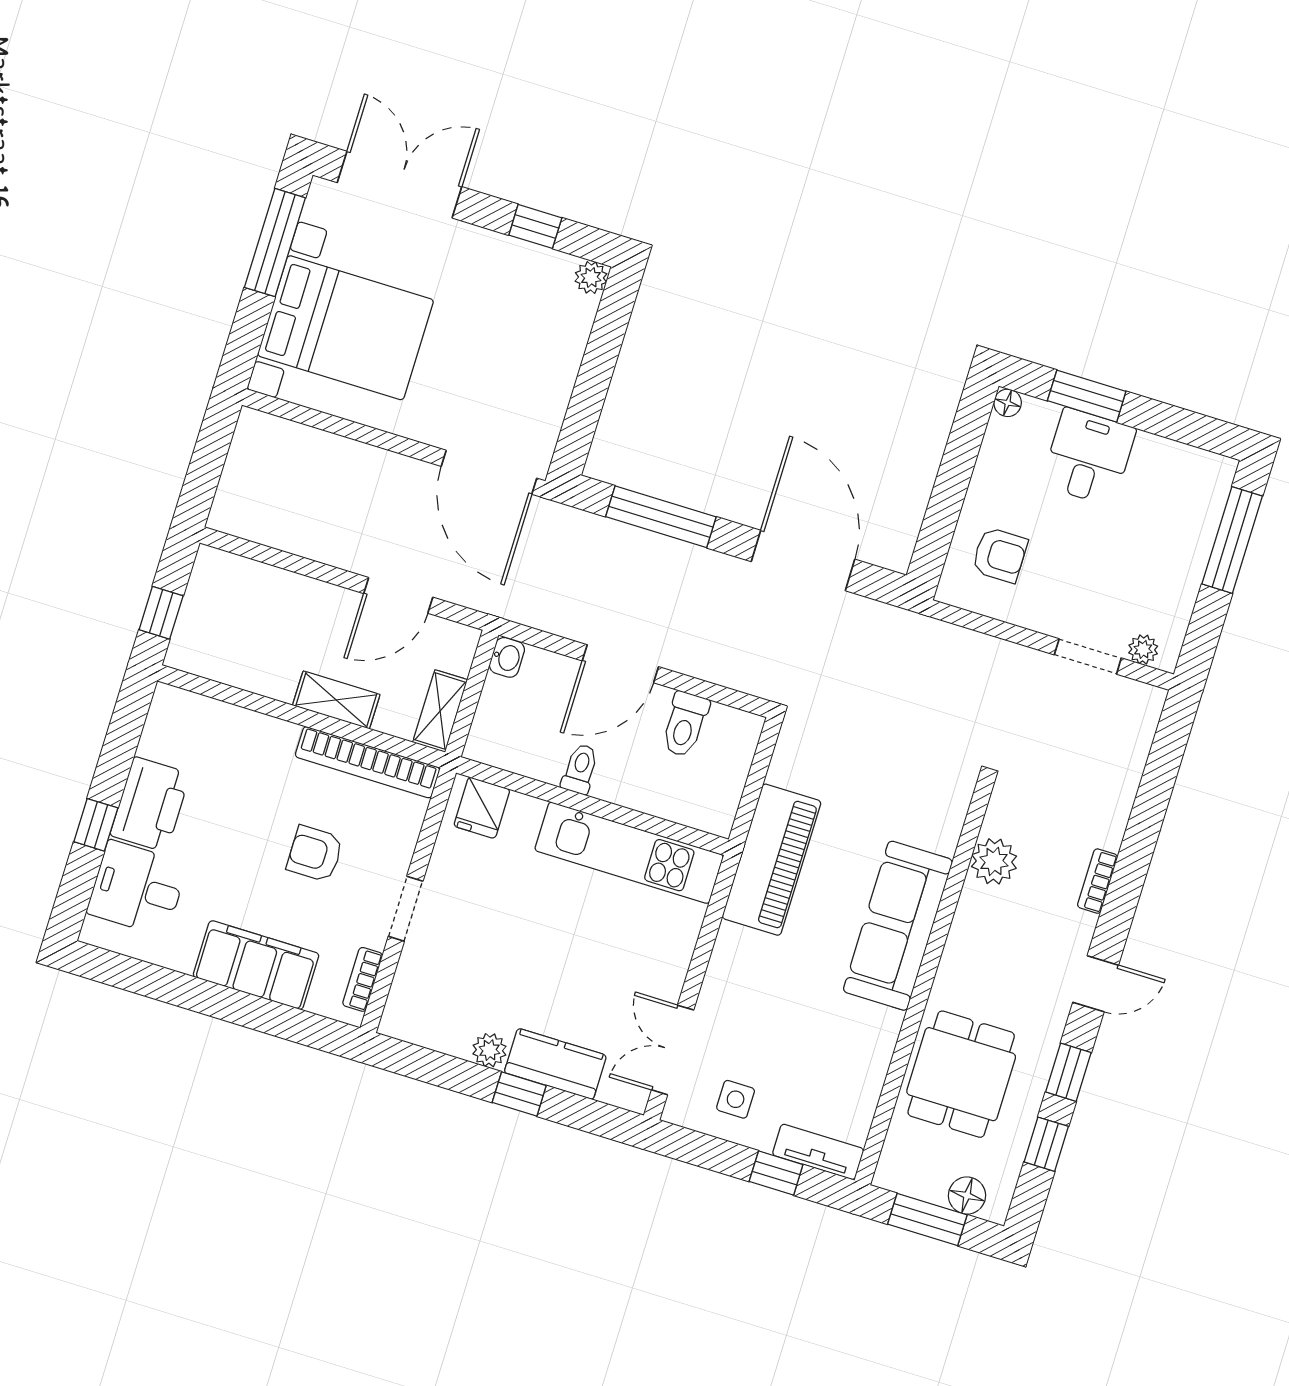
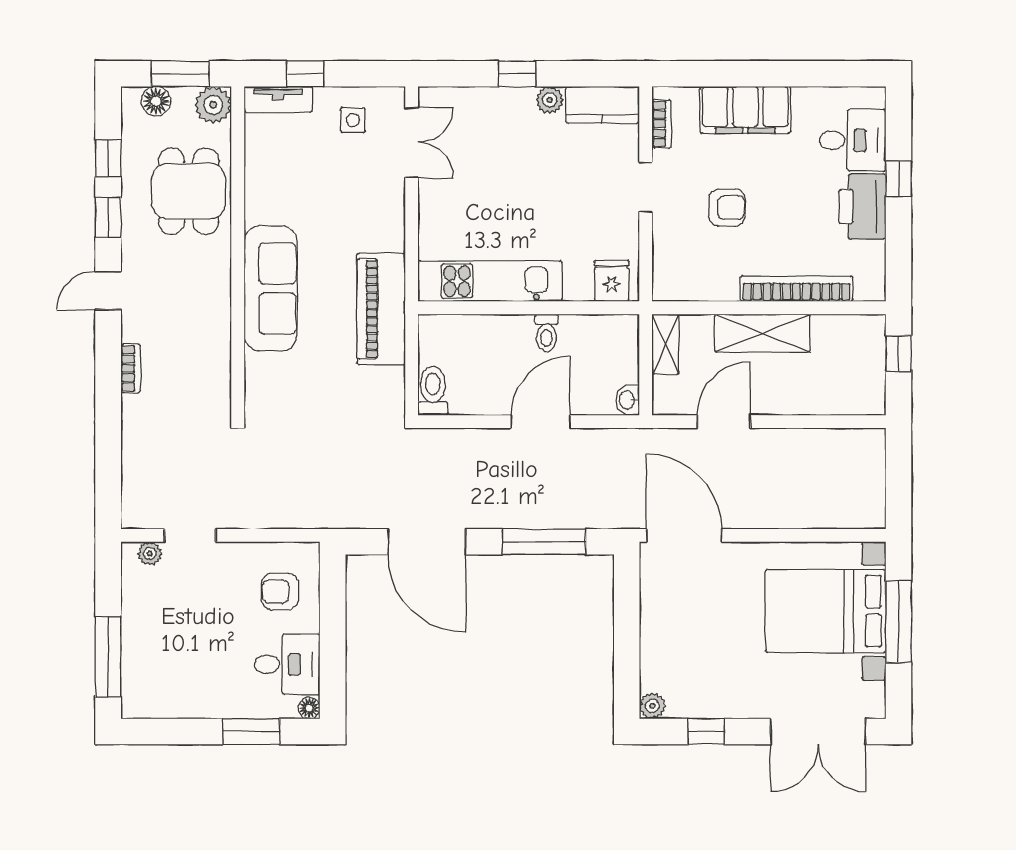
window: (275, 243) -> (899, 622), moved
desk: (1089, 457) -> (287, 664), moved, turned -90
shelving: (336, 700) -> (762, 333), width x1.50, depth x1.33
toilet: (685, 724) -> (433, 391), moved
bookcase: (367, 762) -> (796, 289), moved
plant: (994, 861) -> (213, 105), moved
kitchen counter: (555, 1064) -> (602, 105), moved

